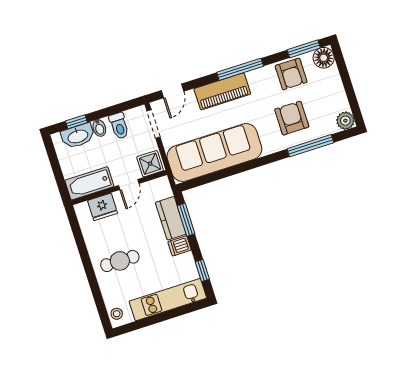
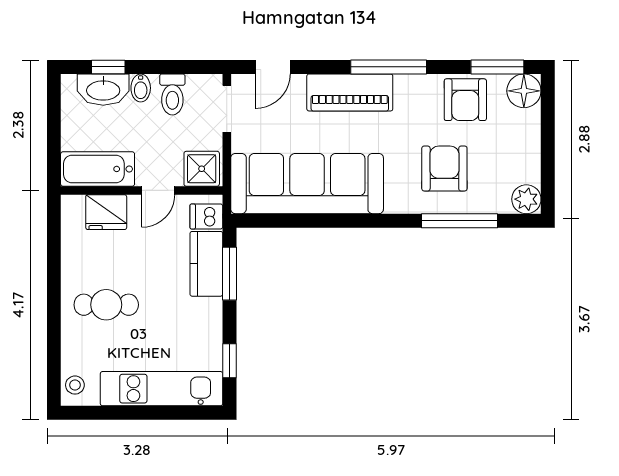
dishwasher: (180, 246) -> (206, 216), moved

